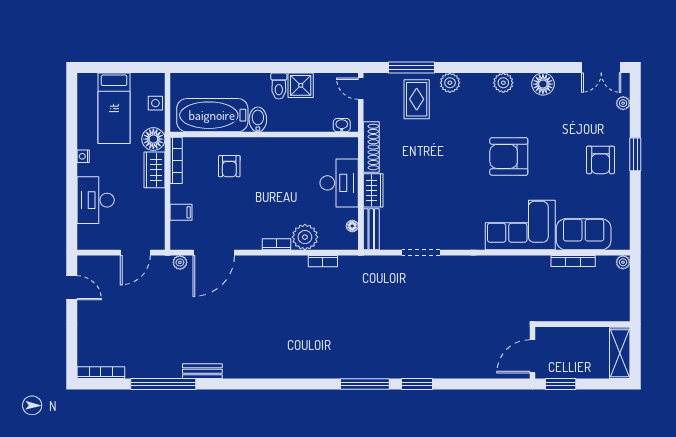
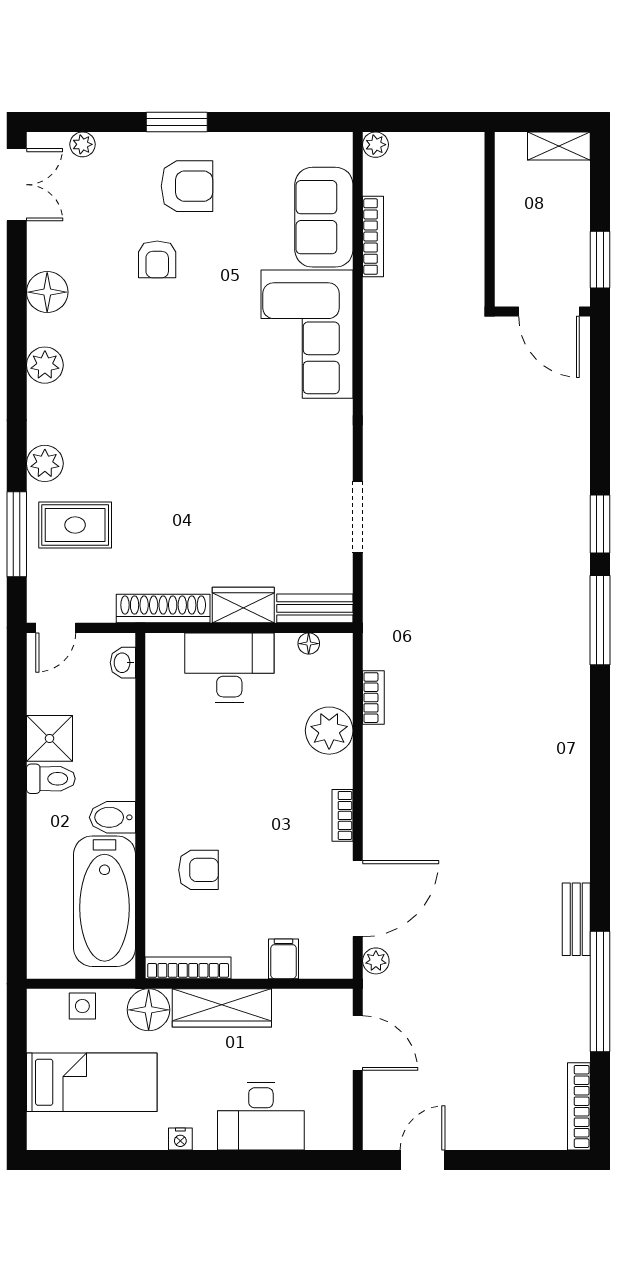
armchair: (509, 156) -> (157, 259), moved, width x0.53, depth x0.53
wardrobe: (154, 170) -> (222, 1008), width x1.50
bookcase: (277, 244) -> (342, 815), moved
door: (214, 253) -> (358, 899), hinge flipped
shelving: (620, 353) -> (559, 146), width x0.67, depth x0.75

